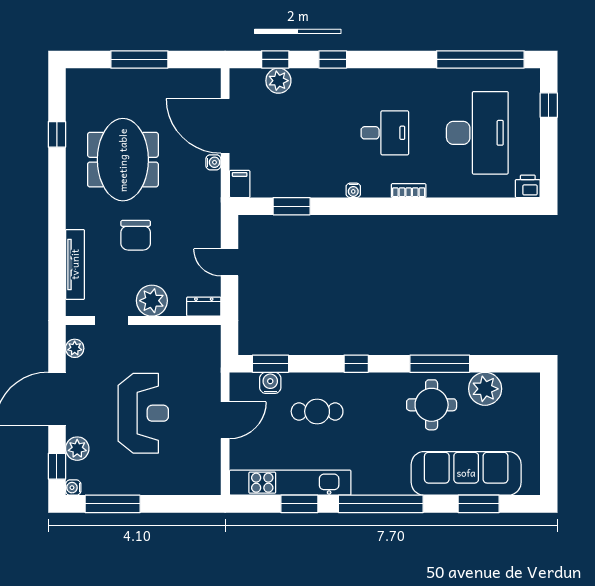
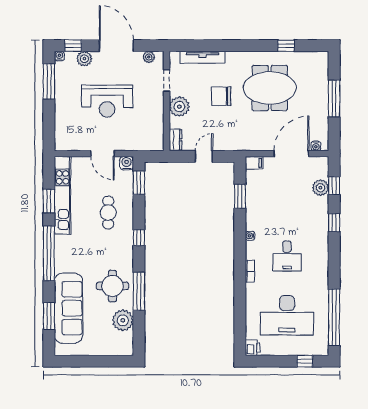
water cooler: (213, 162) -> (316, 146), moved
water cooler: (270, 383) -> (127, 163), moved, turned -90

